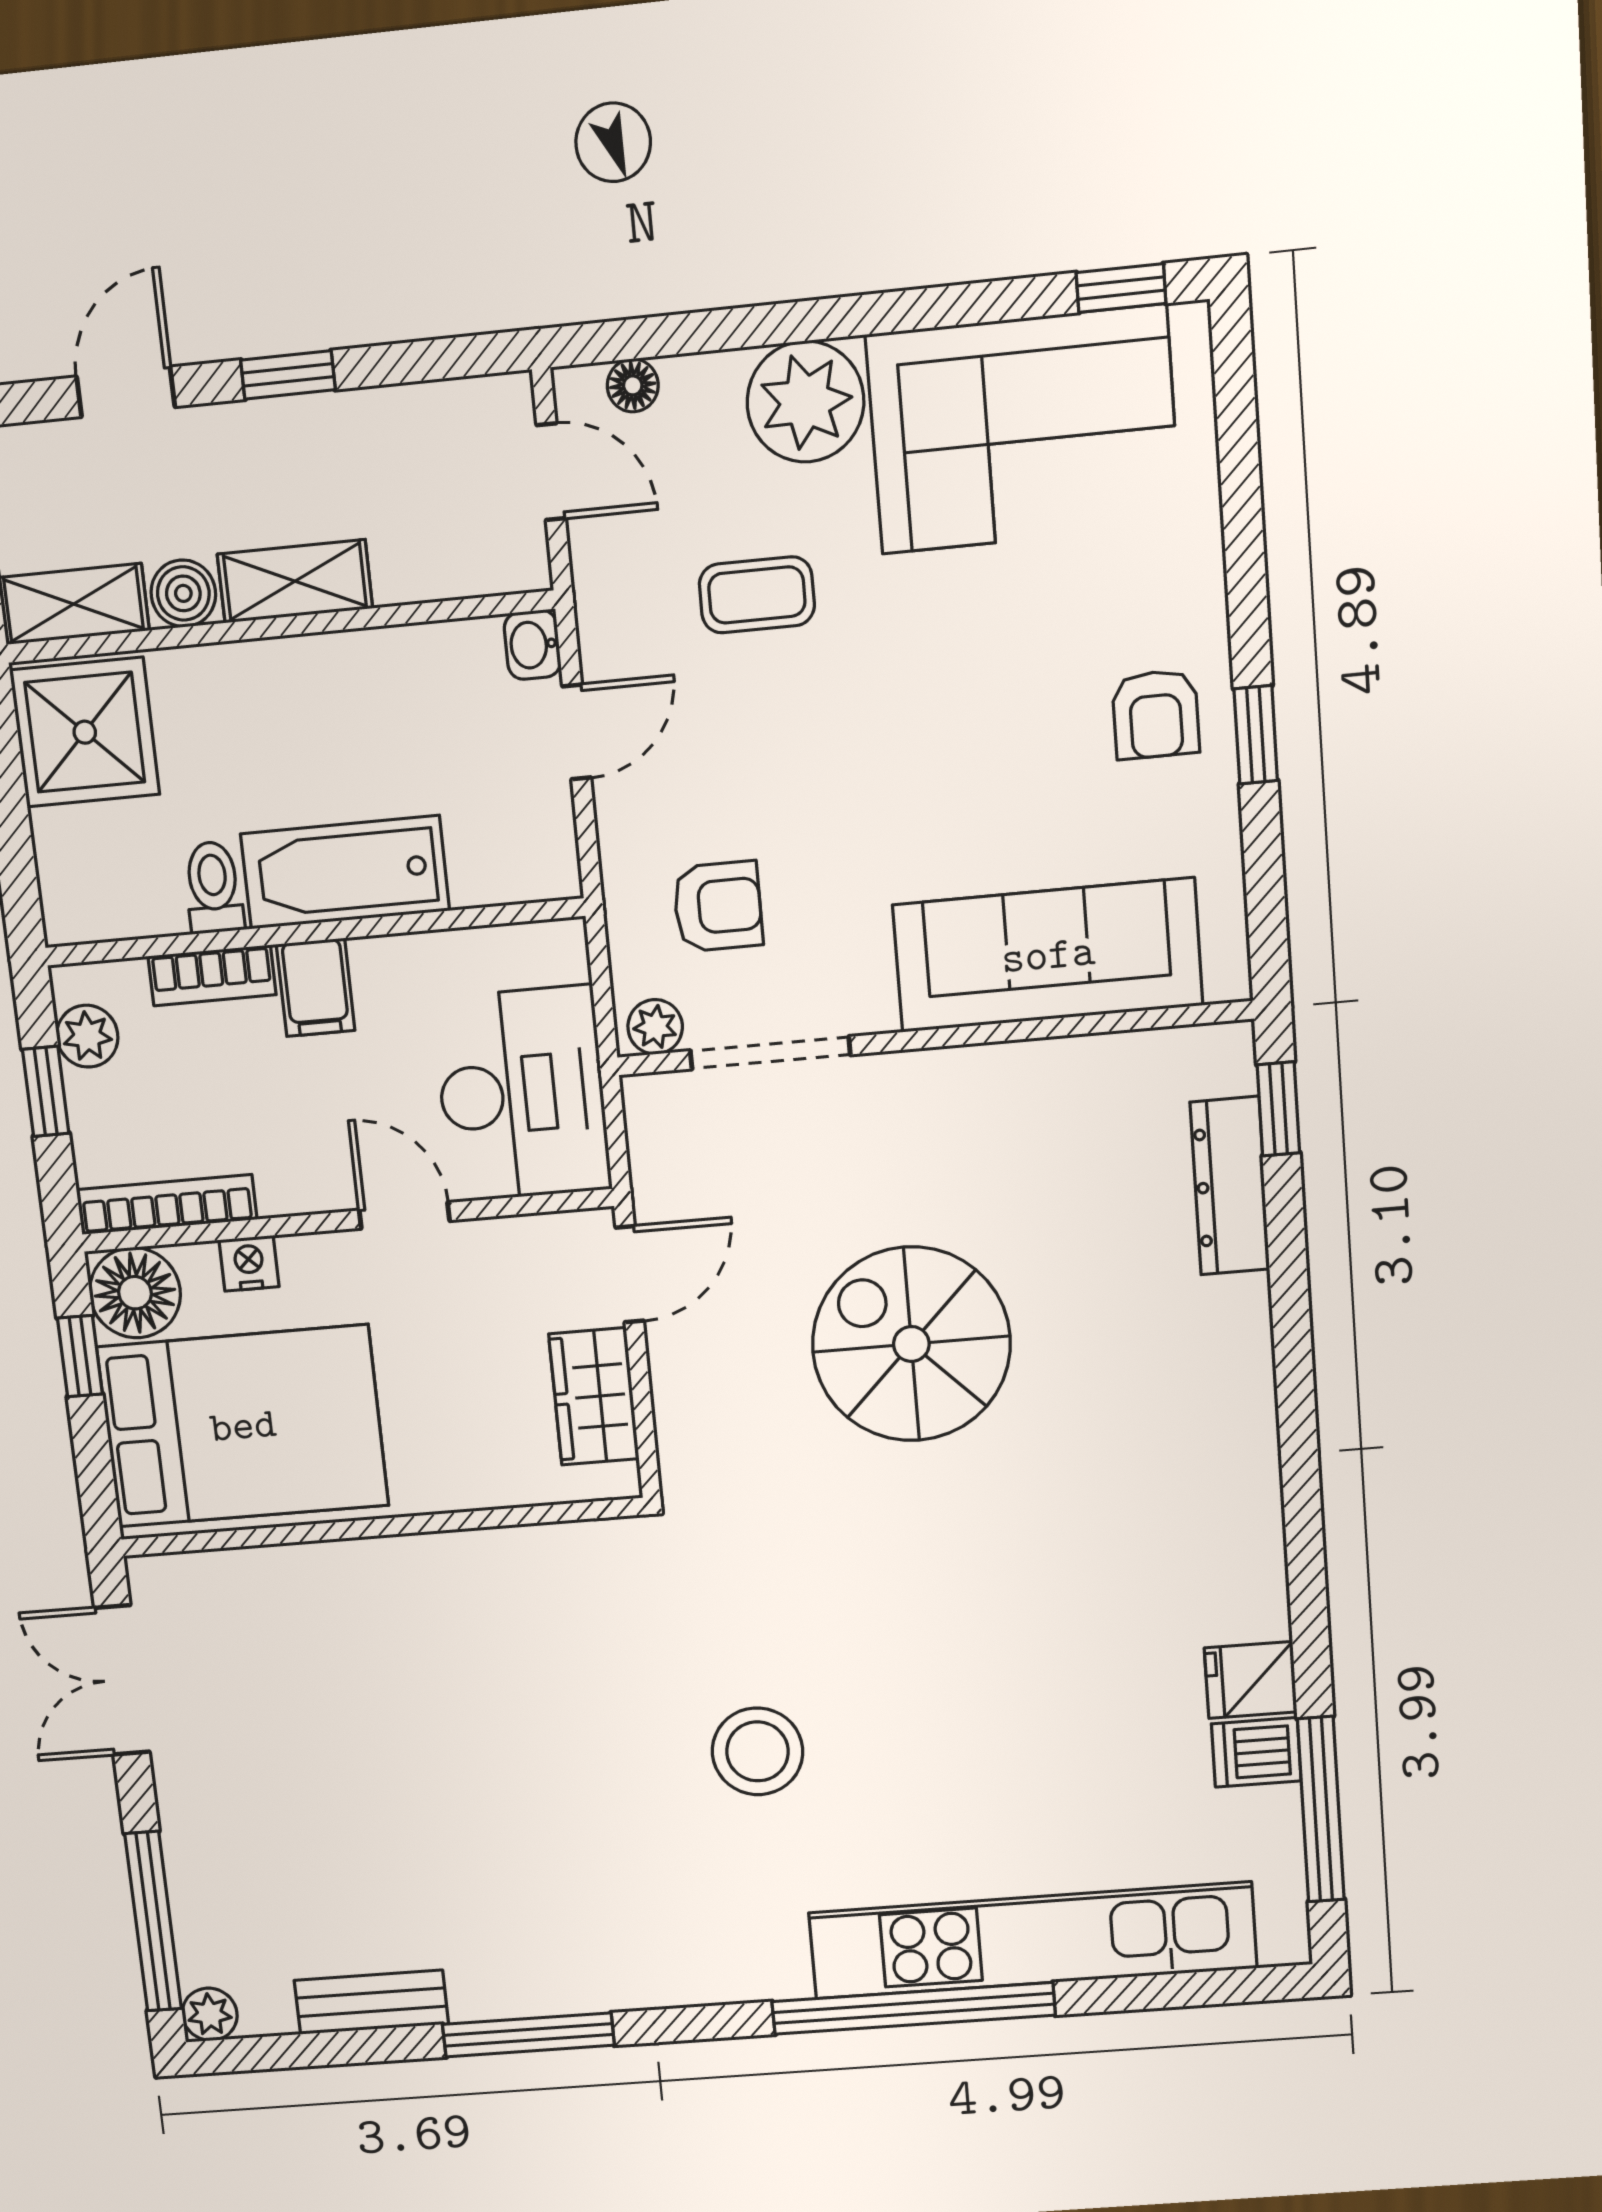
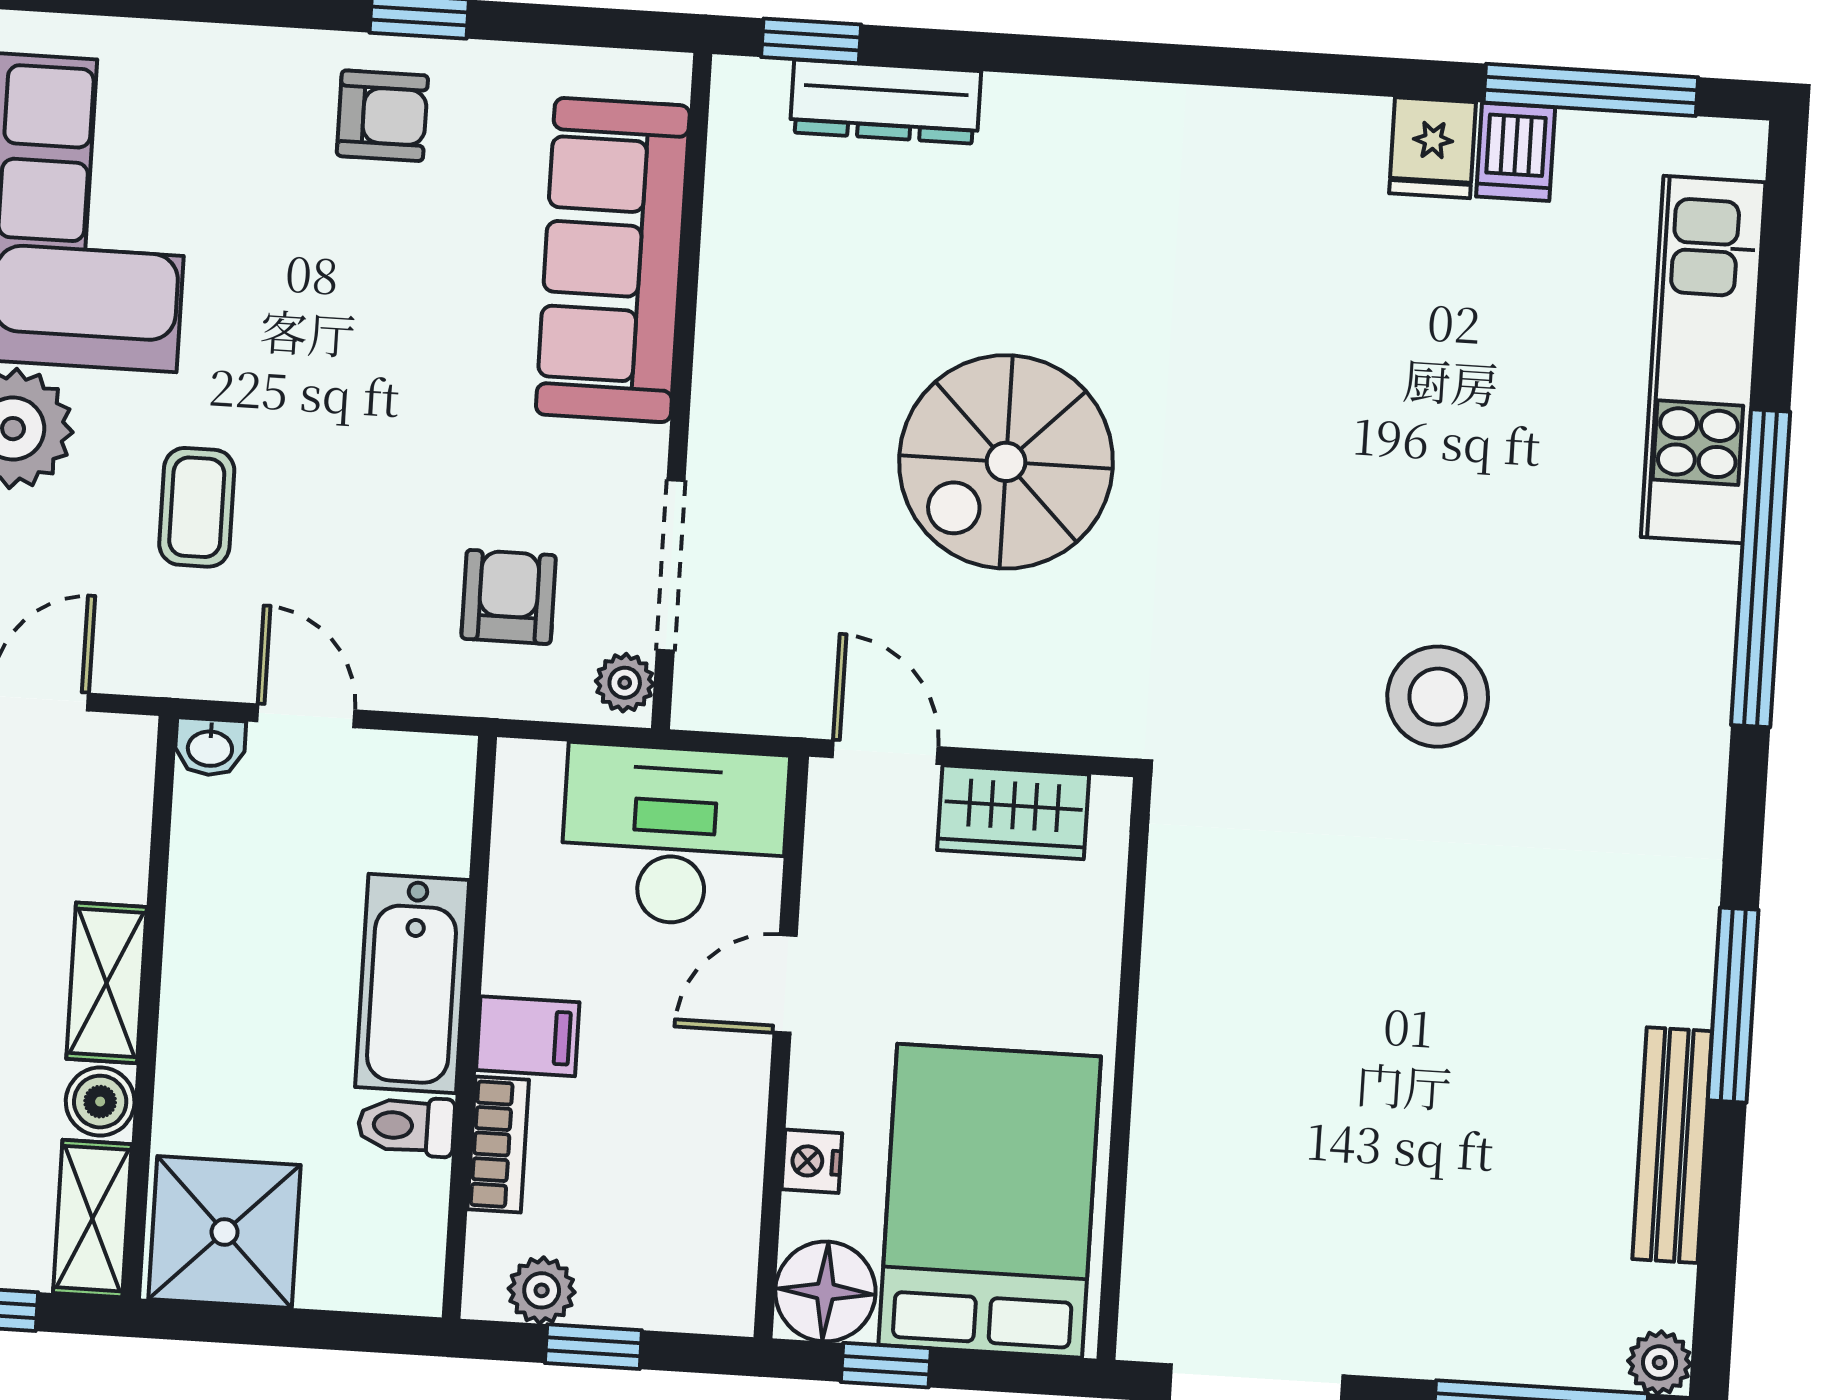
bookcase: (167, 1205) -> (735, 1239), removed
kitchen unit: (1032, 1940) -> (1703, 360), width x0.73
bench: (371, 2002) -> (1672, 1145), width x1.36

